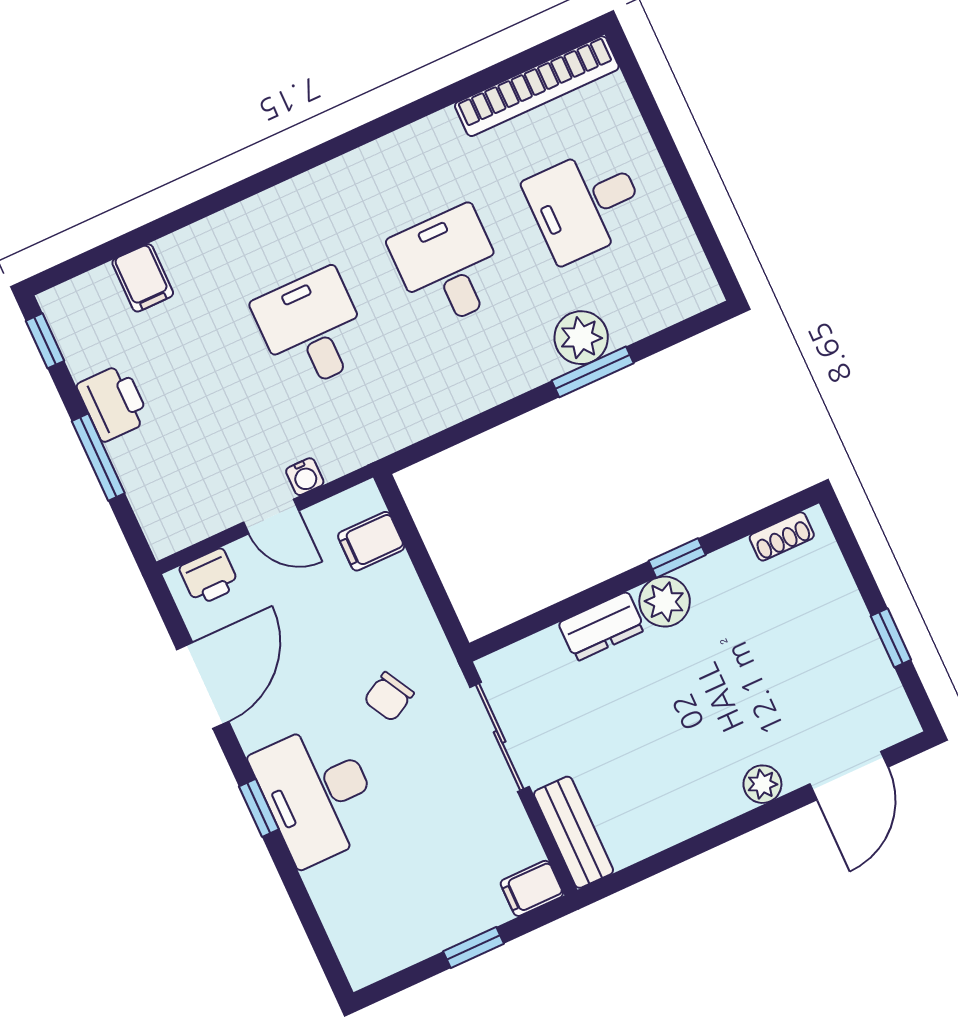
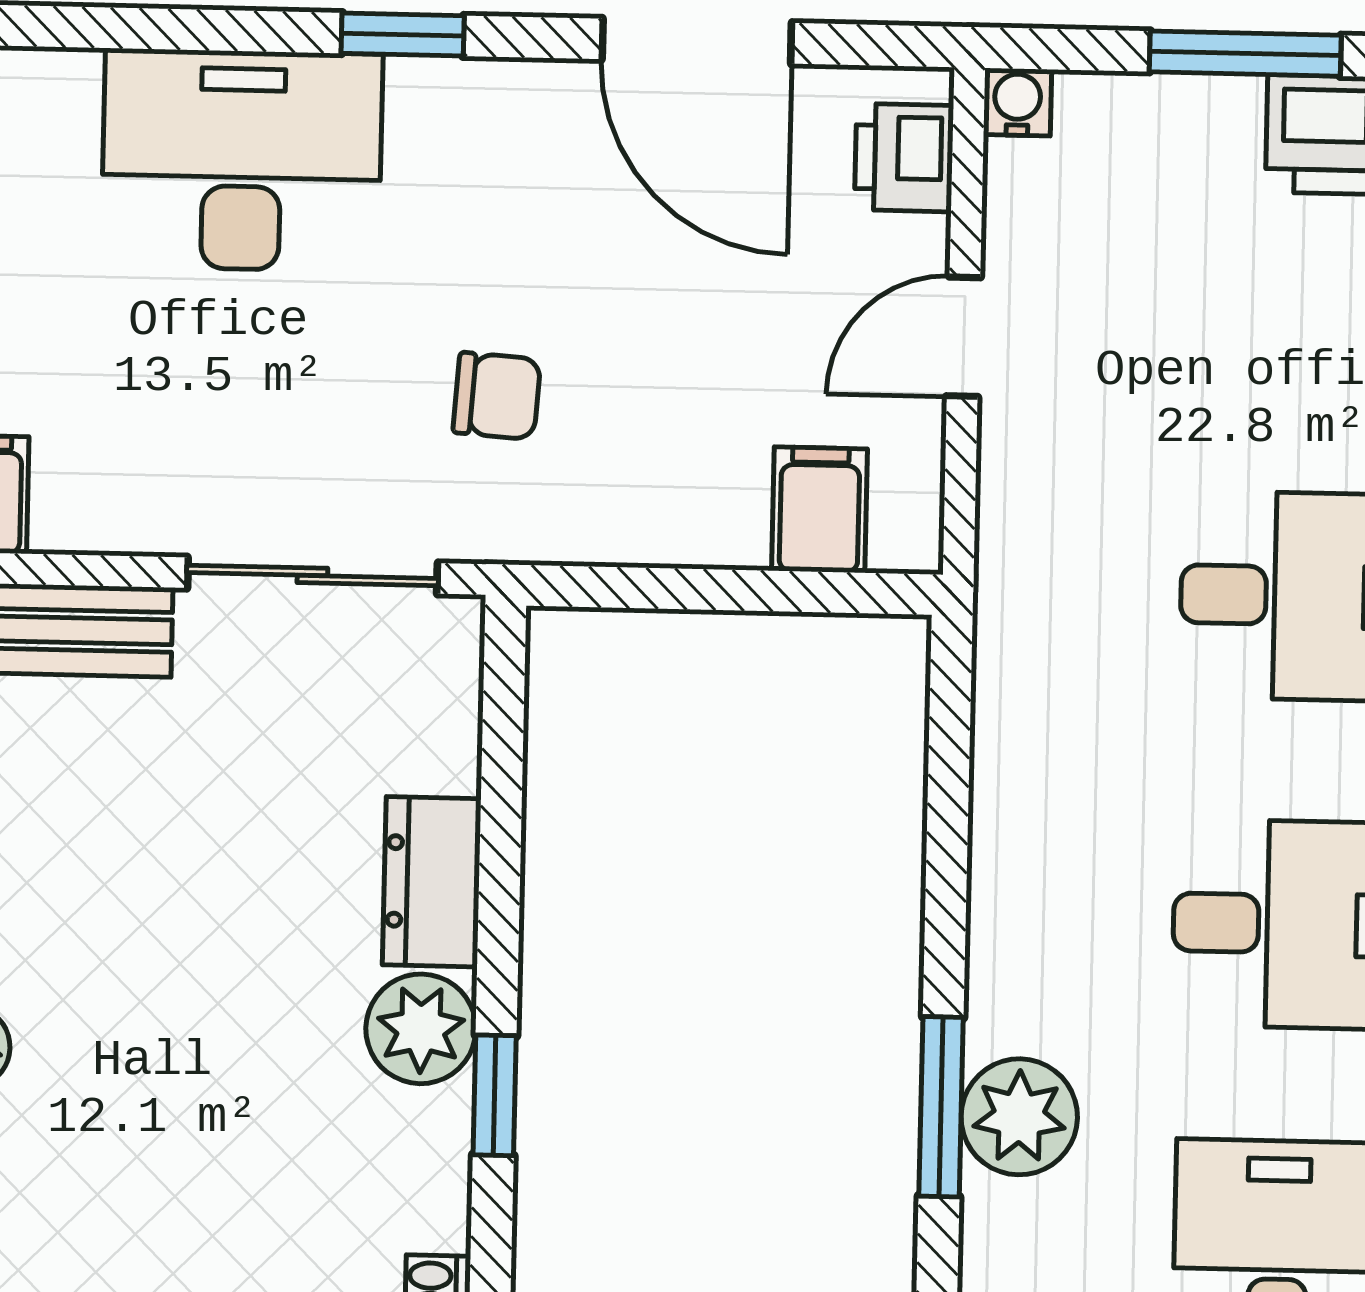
water cooler: (305, 477) -> (1018, 102), moved, turned 90
chair: (389, 697) -> (497, 396), turned 123
desk: (317, 794) -> (242, 160), moved

